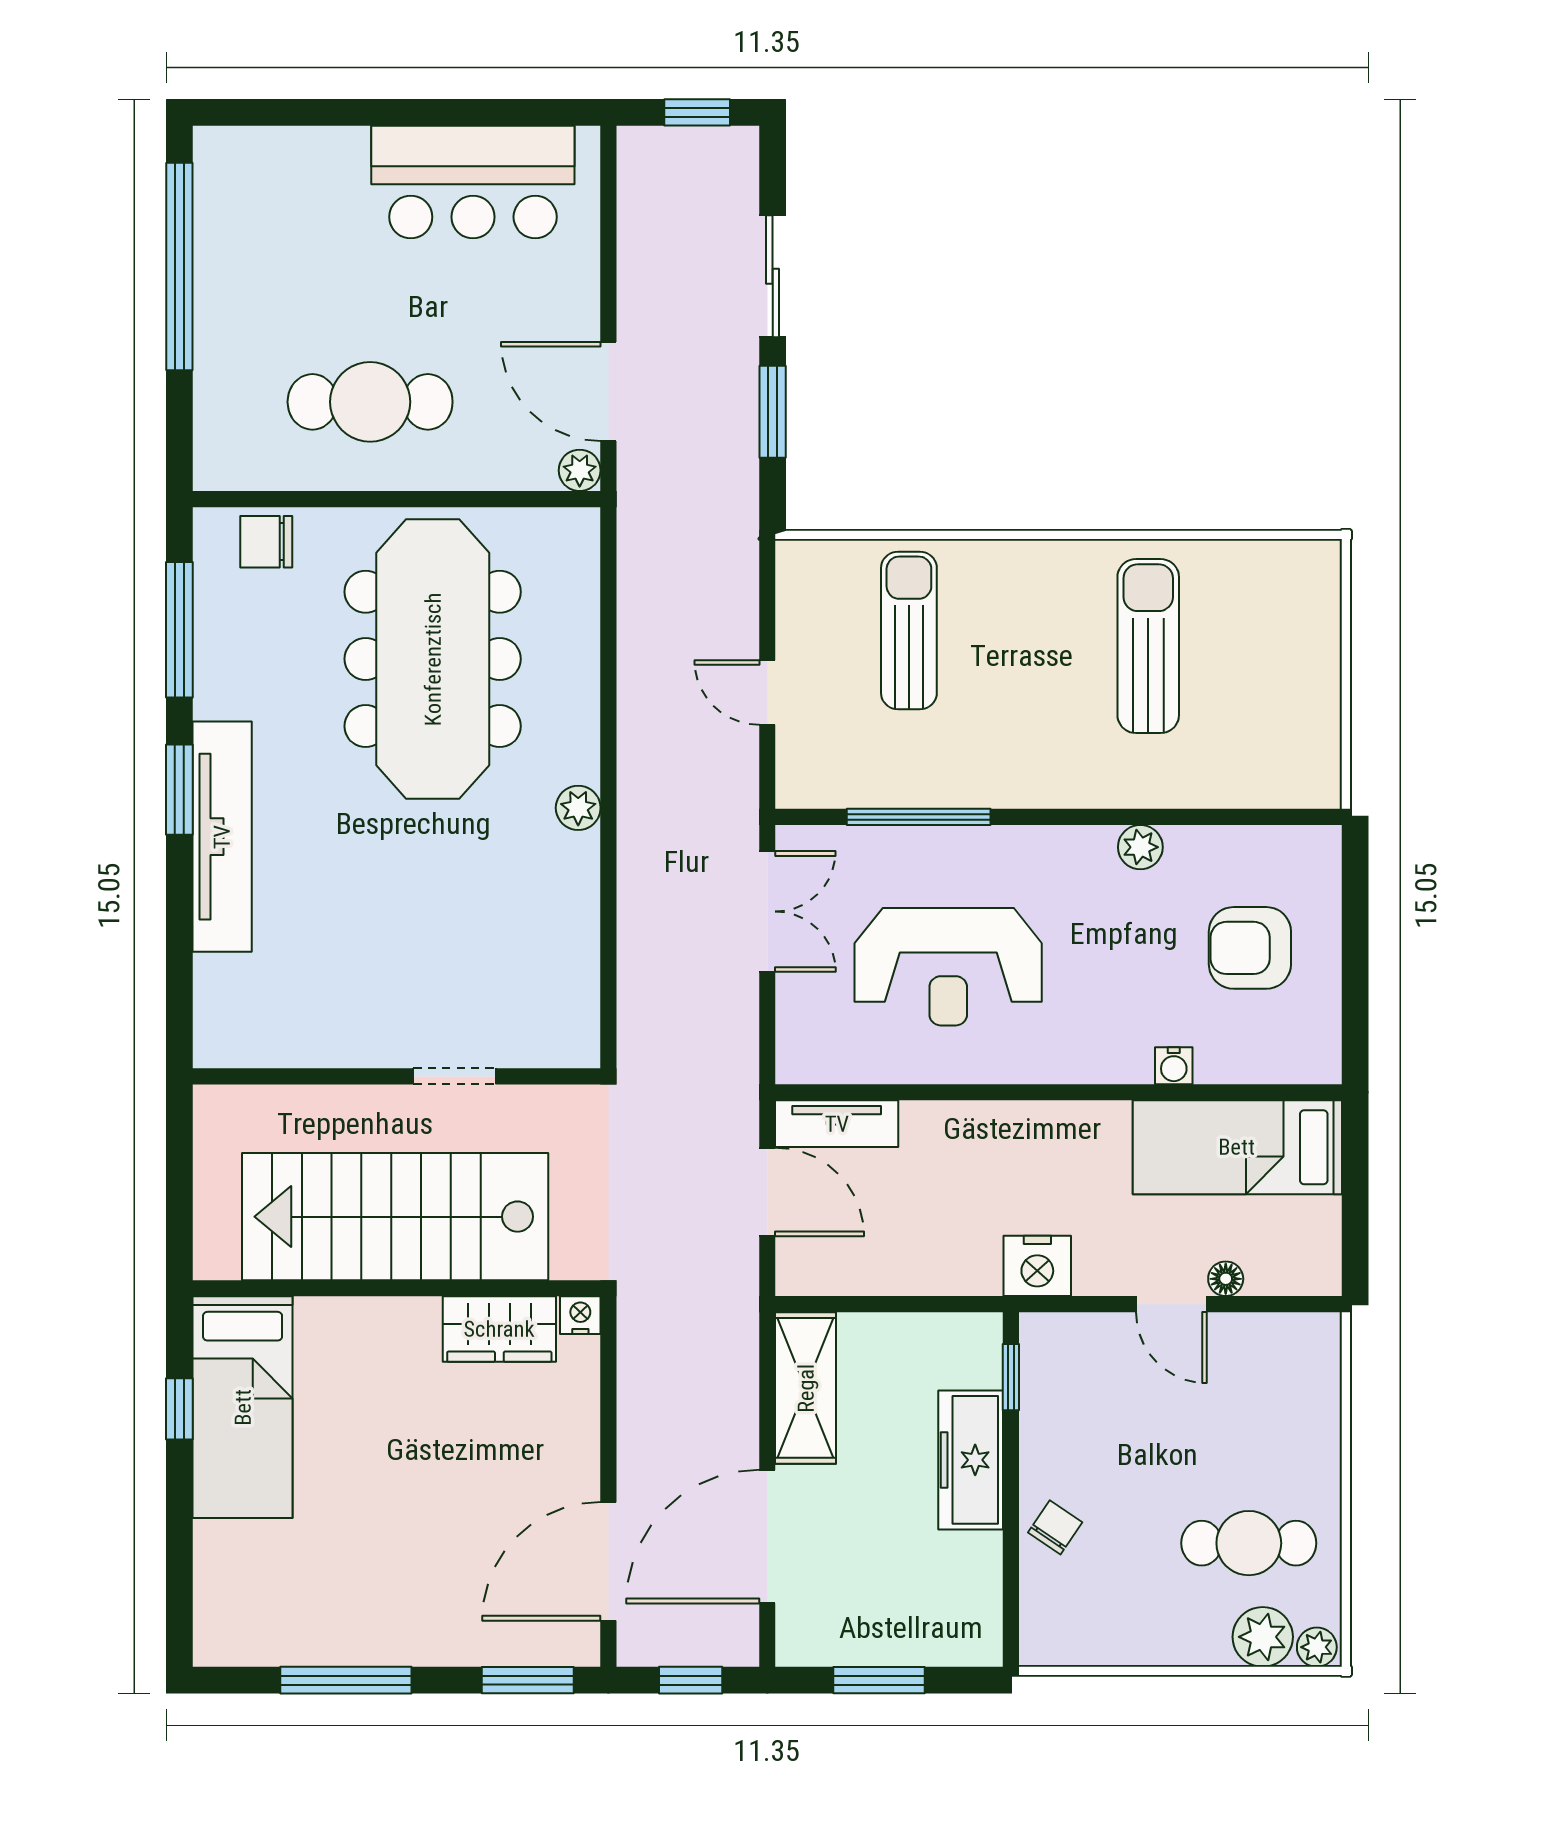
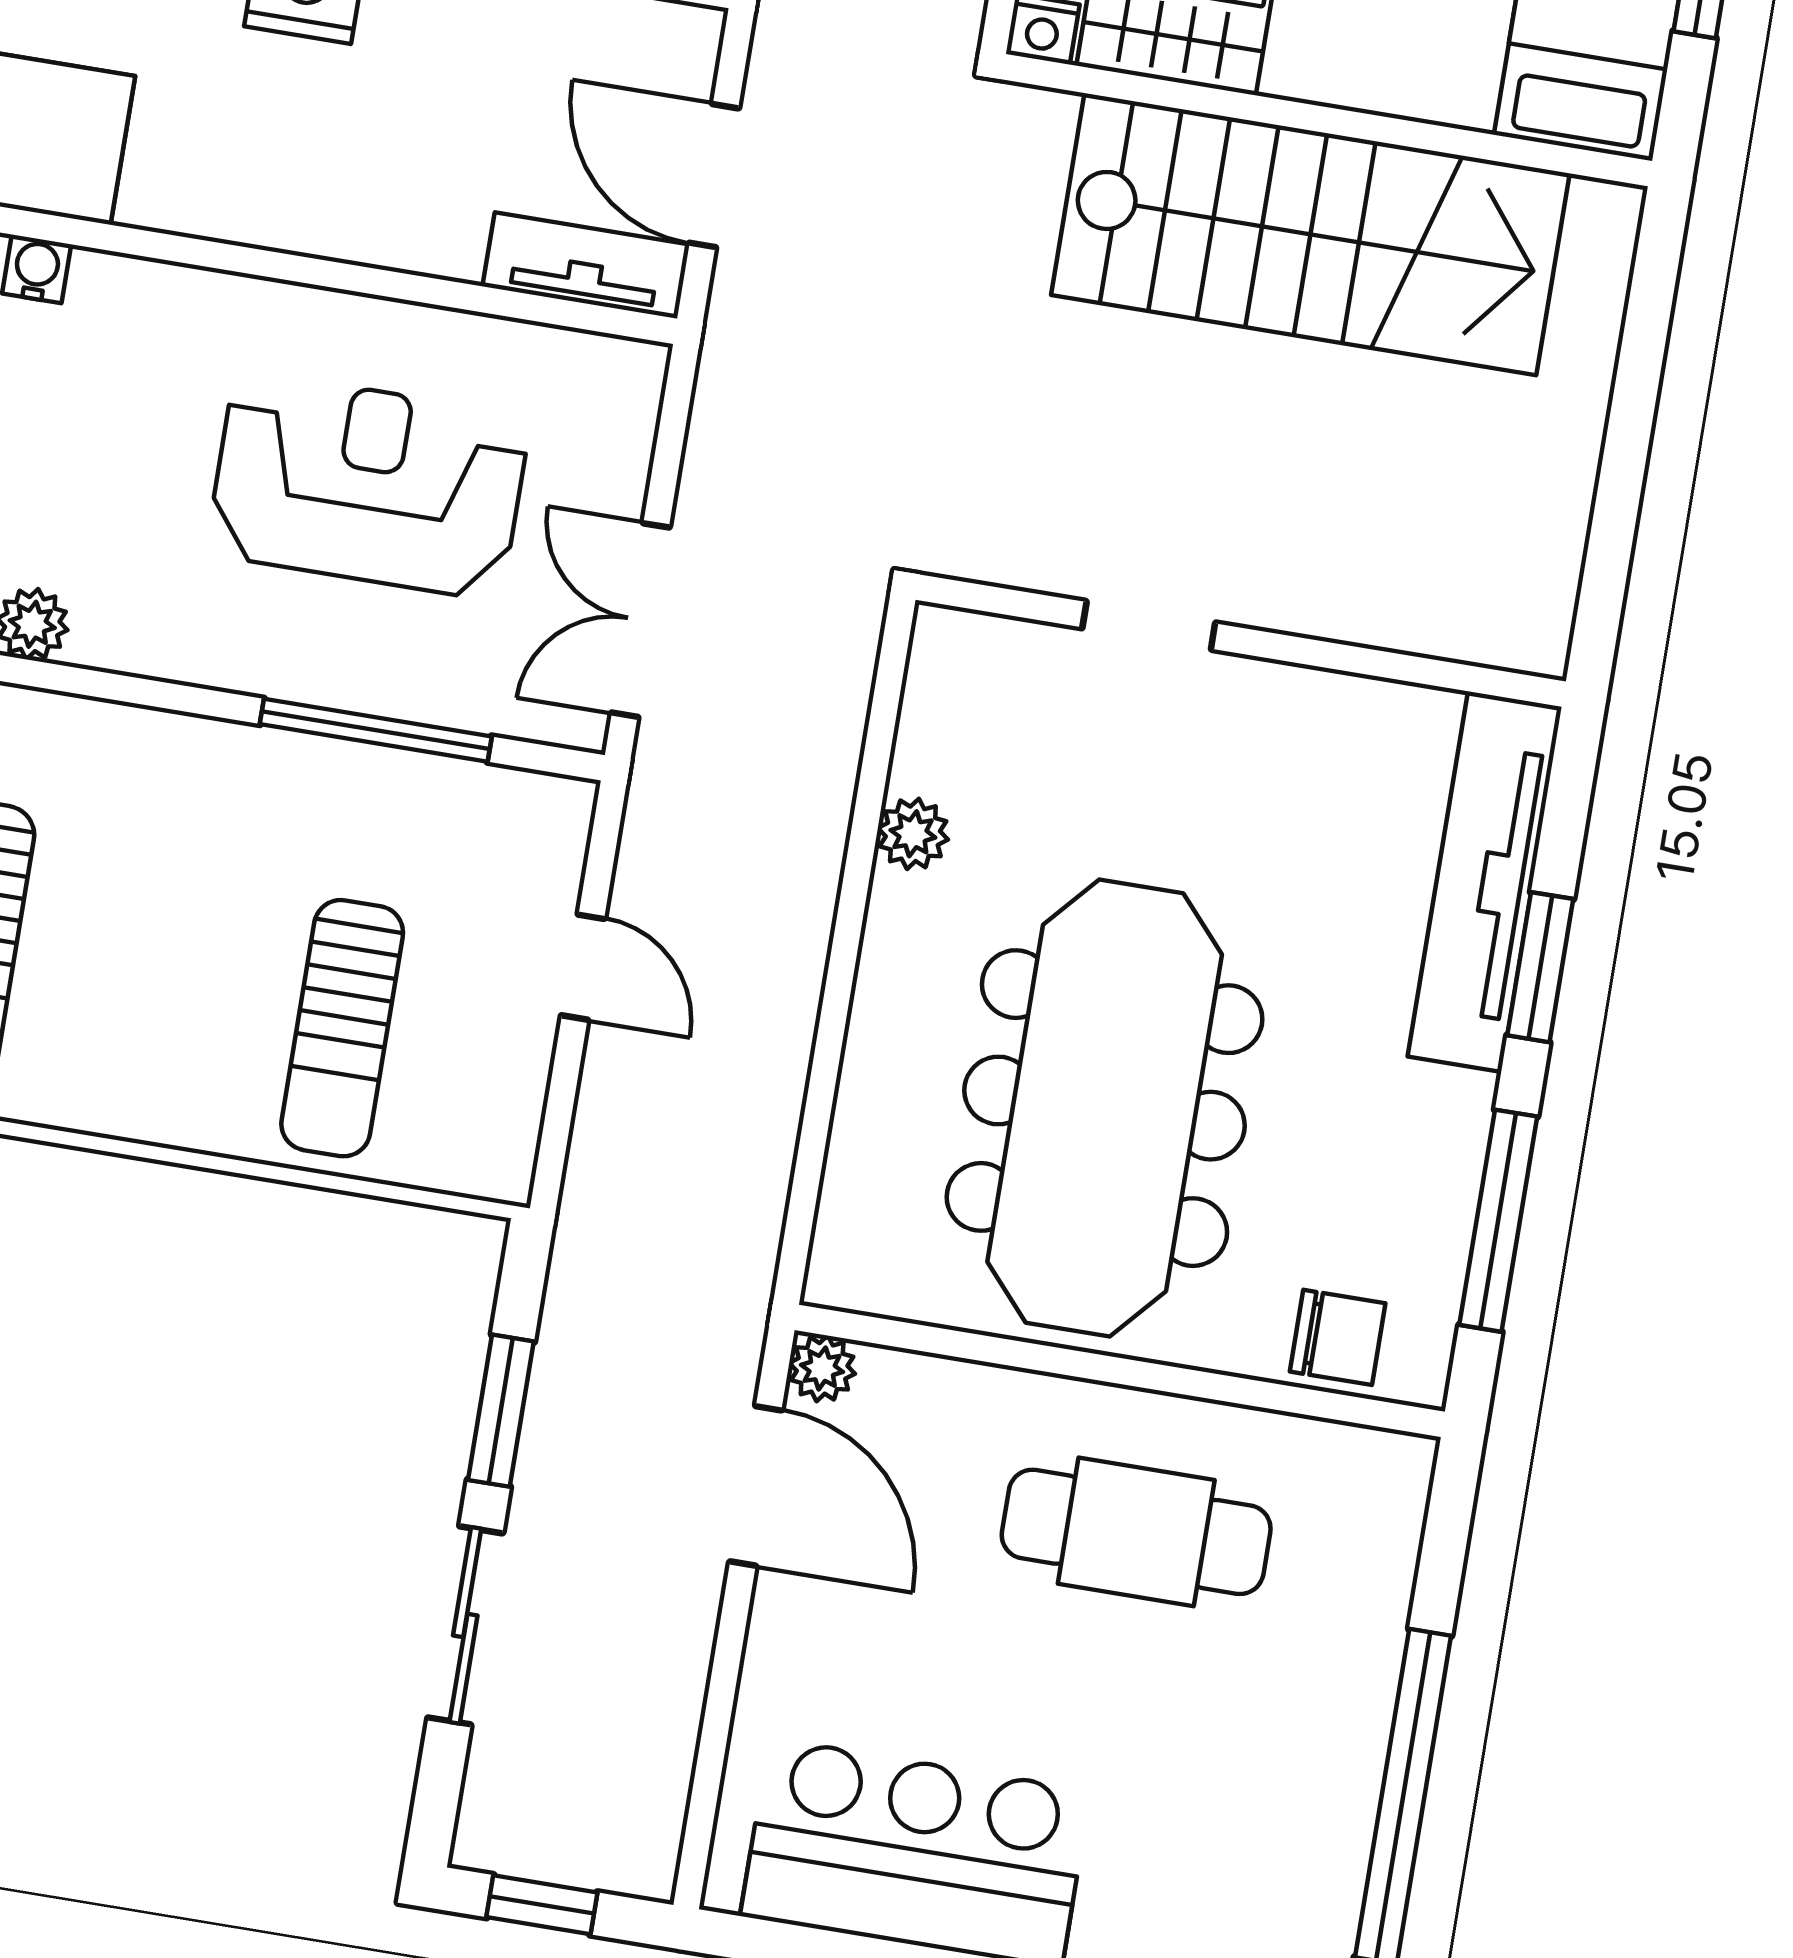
wall: (397, 1076) -> (1241, 641), moved
doorway: (455, 1076) -> (1149, 625), moved

